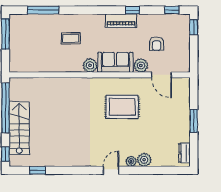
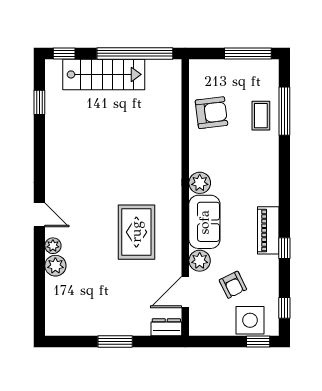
side table: (180, 33) -> (250, 320), added
coffee table: (71, 38) -> (261, 116), moved
armchair: (157, 44) -> (233, 285), turned -116
armchair: (44, 58) -> (211, 113), added
dresser: (184, 153) -> (166, 327), moved

